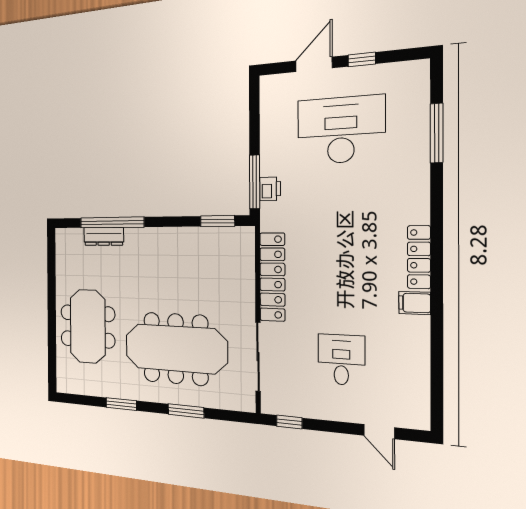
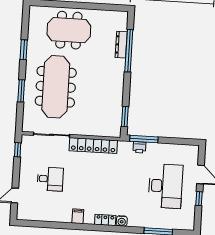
water cooler: (419, 211) -> (122, 221), added
locker: (419, 257) -> (105, 220), width x0.66

